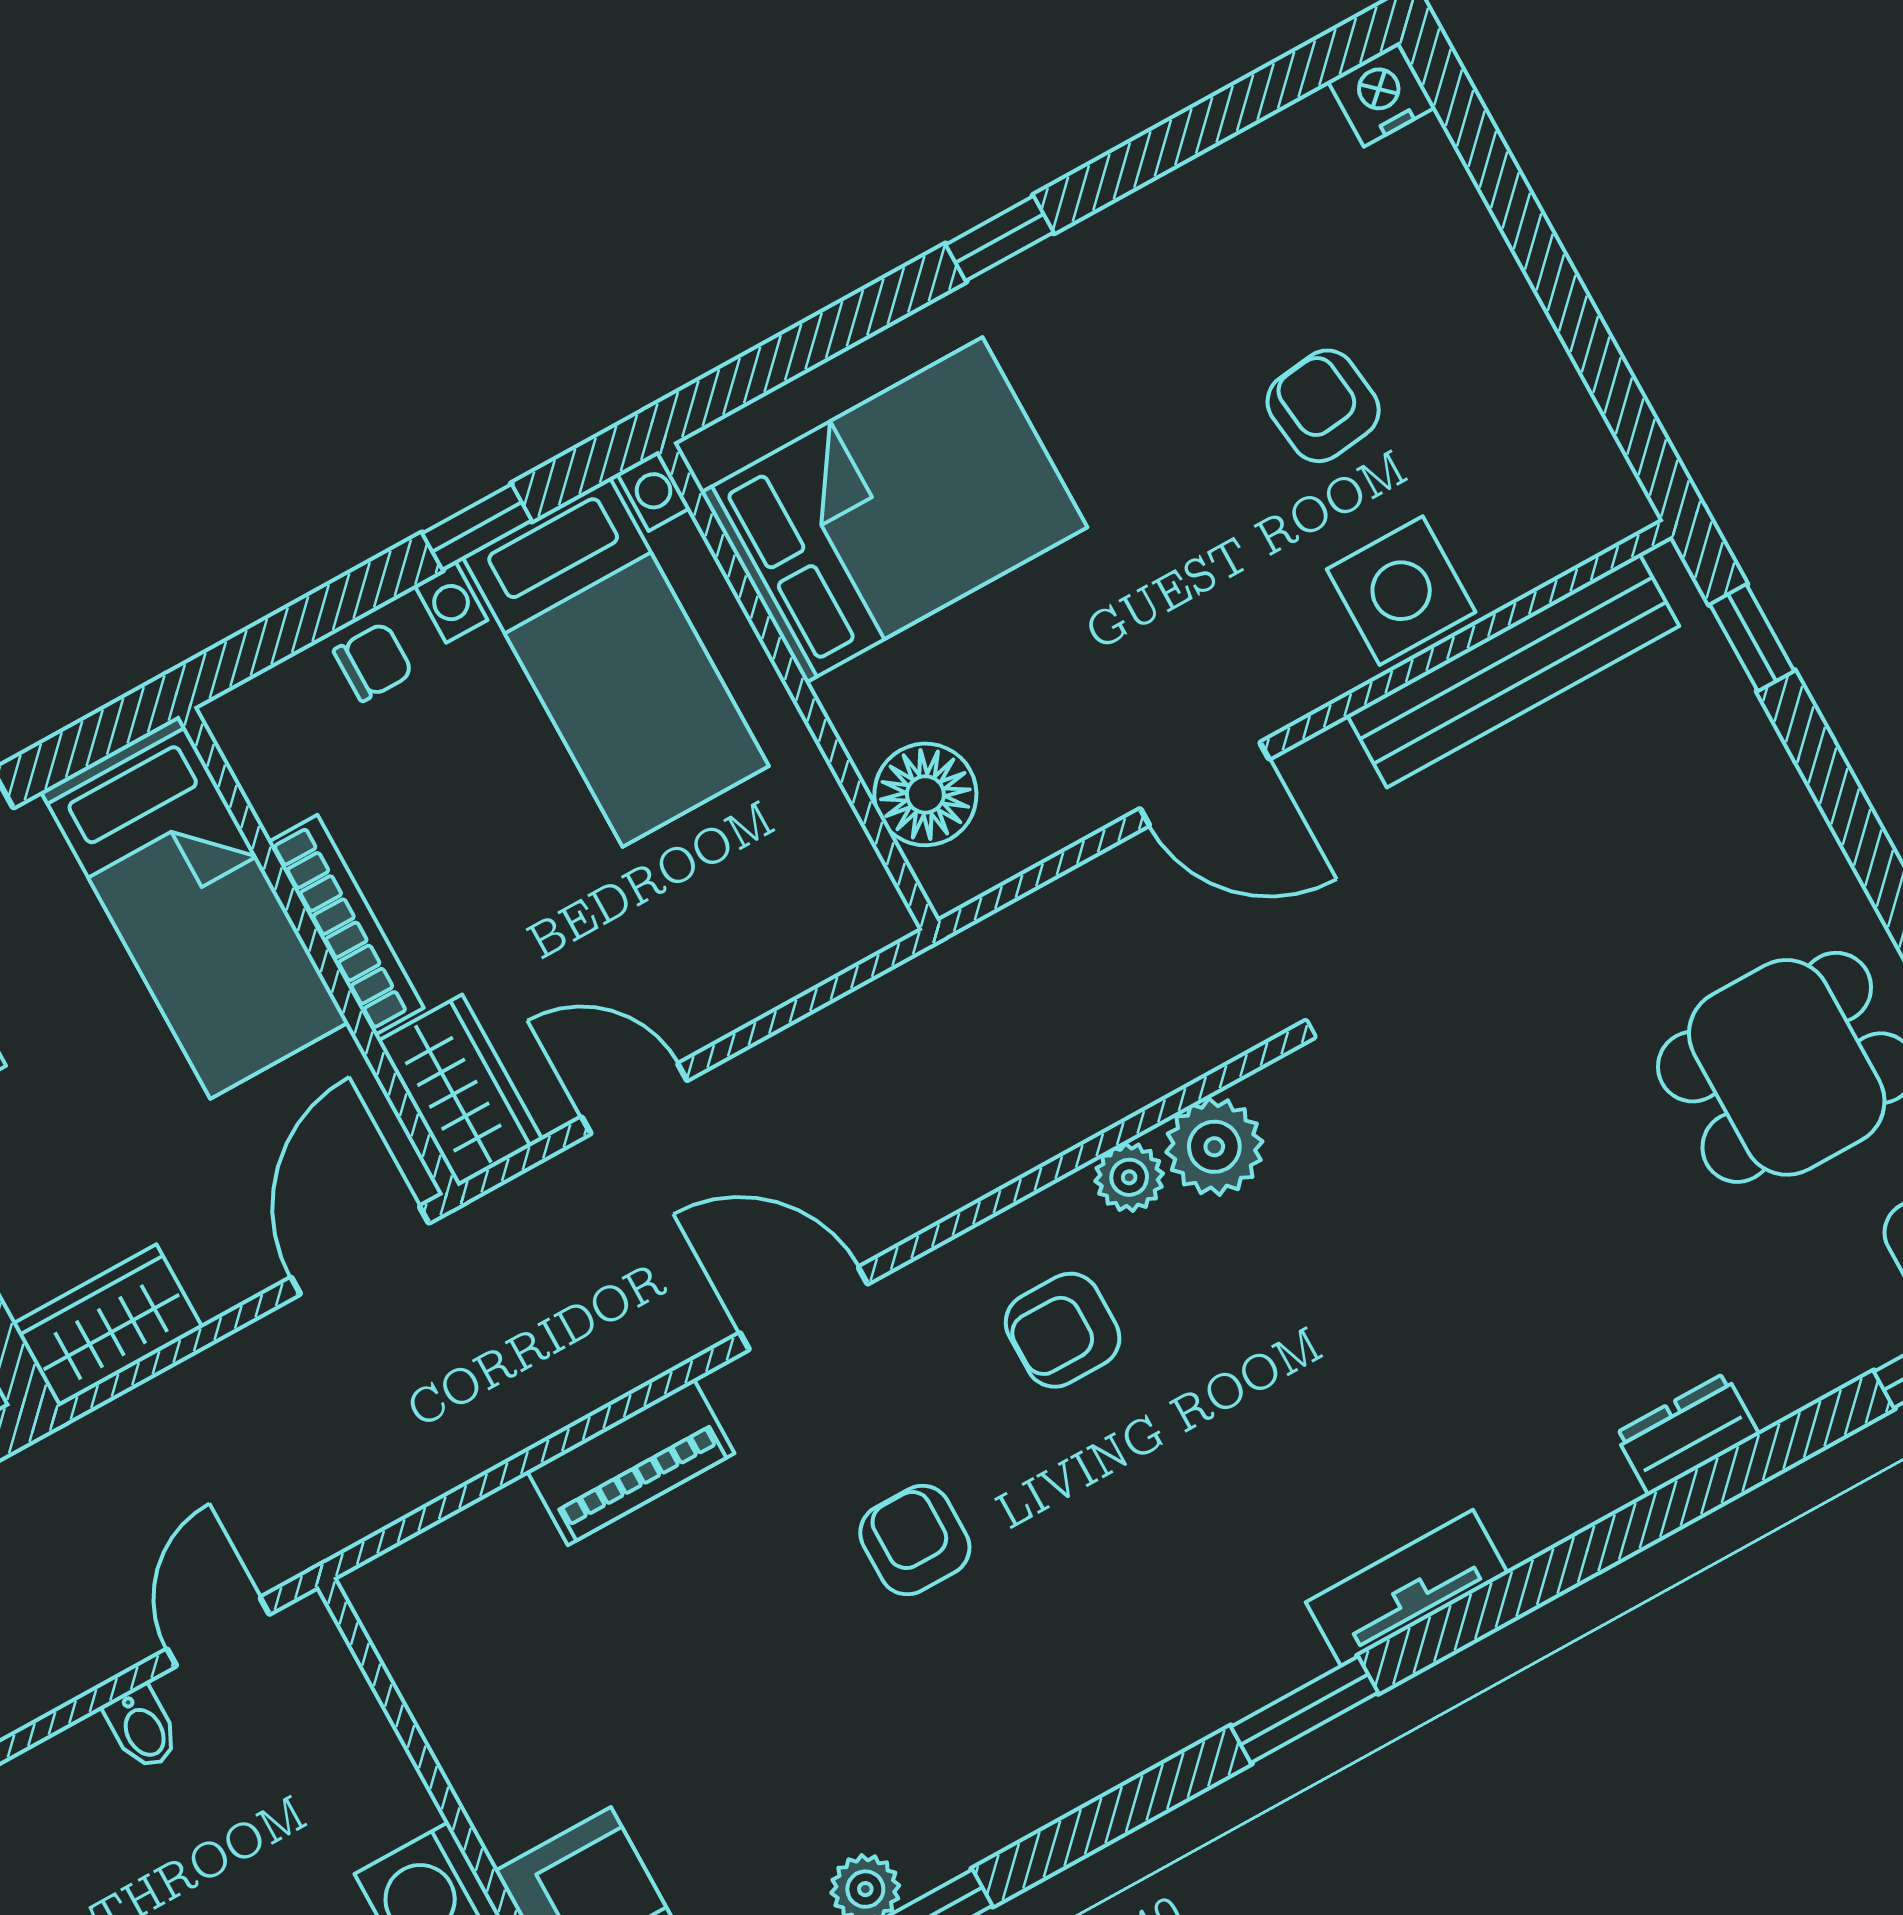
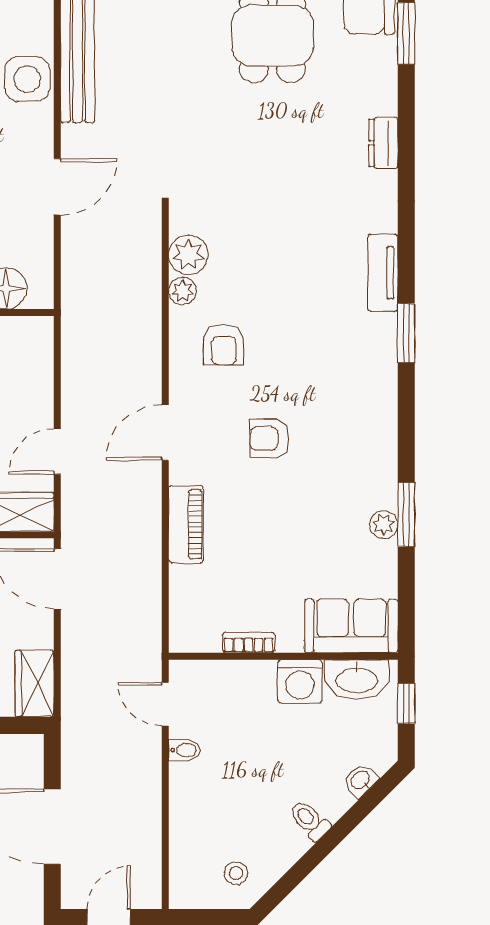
bookcase: (451, 1738) -> (249, 642), added

